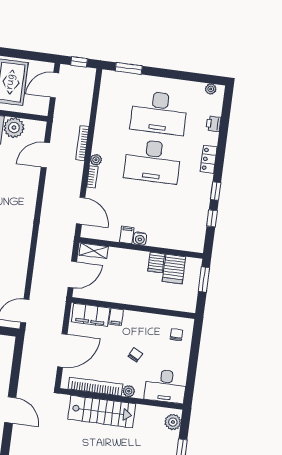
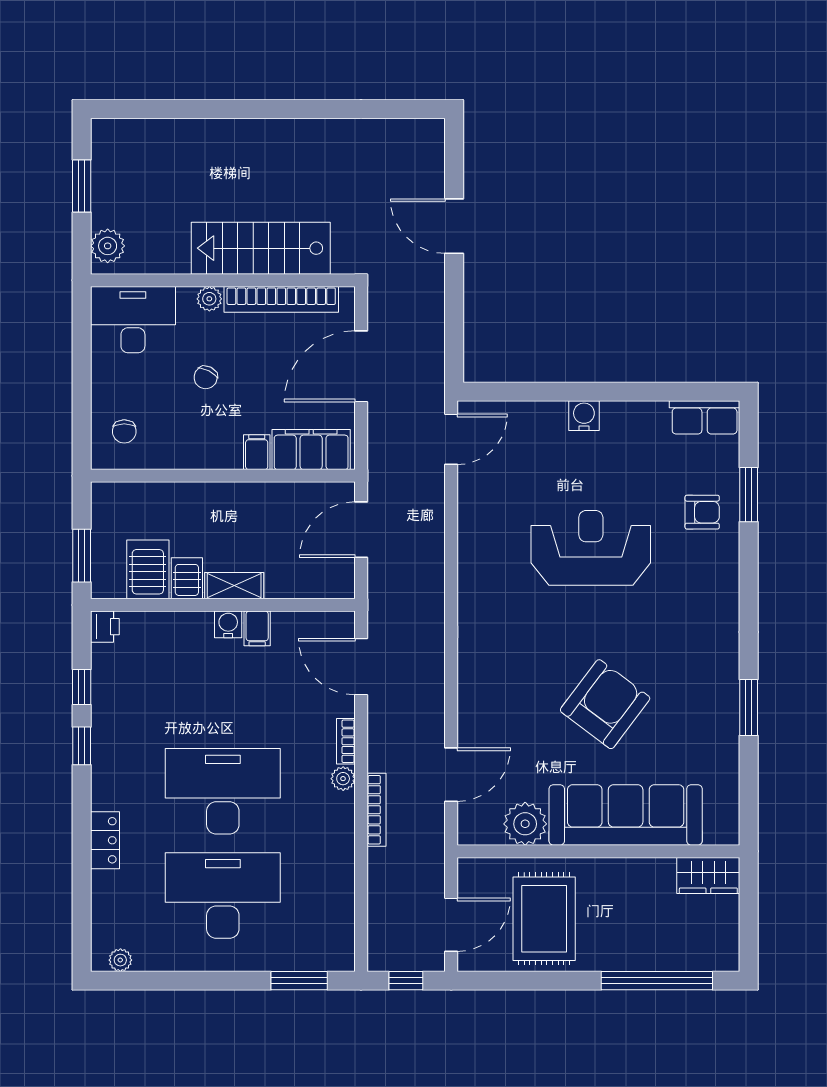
printer: (213, 124) -> (105, 627), moved
locker: (209, 159) -> (105, 840), moved
shelving: (94, 251) -> (234, 586), moved

